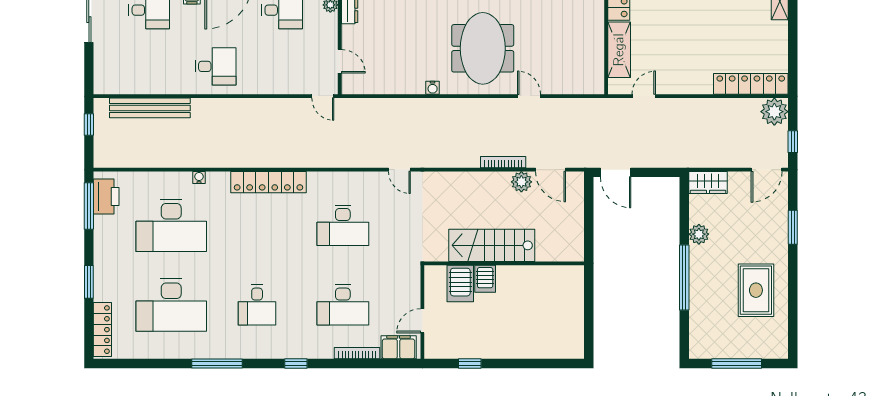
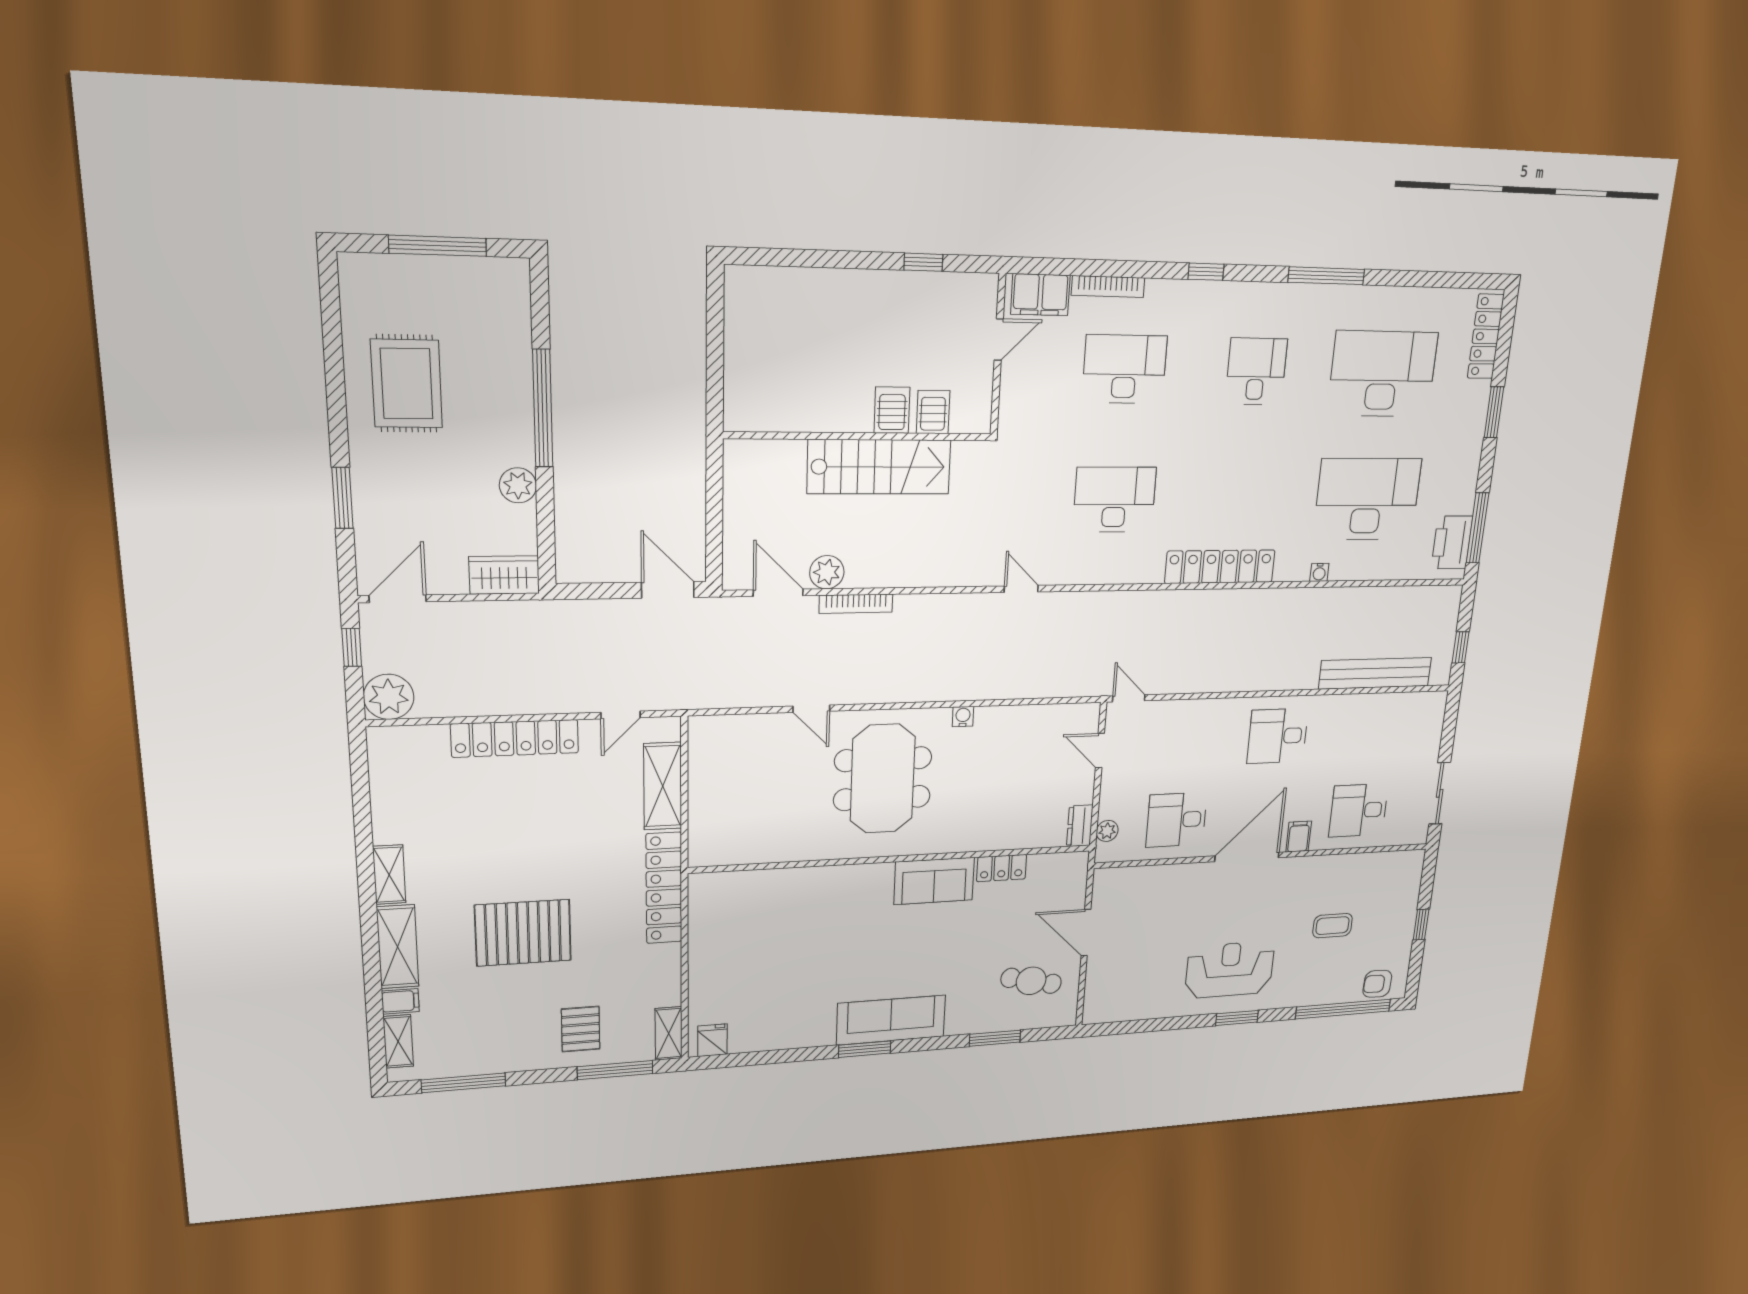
locker: (751, 84) -> (515, 738), moved
server rack: (460, 284) -> (933, 412), width x0.73, depth x0.70

